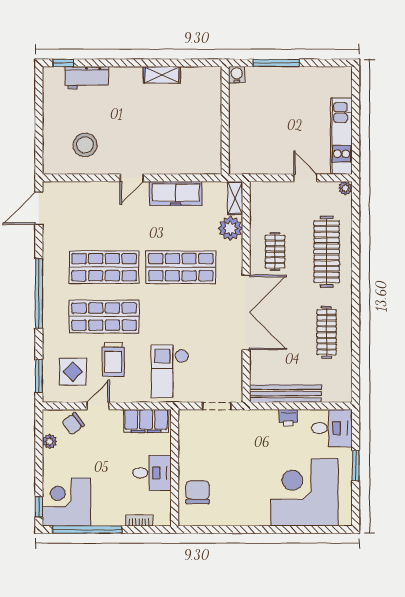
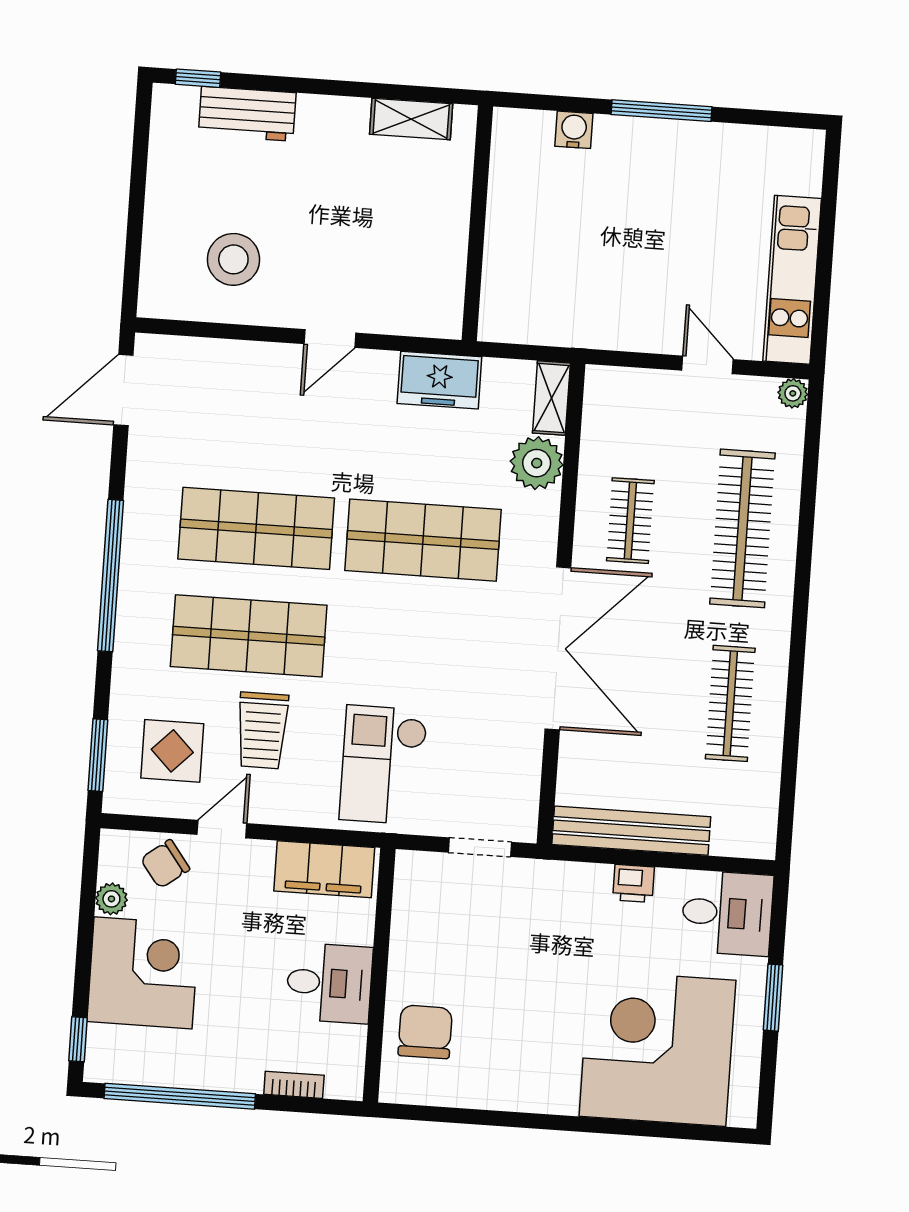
wall: (225, 120) -> (477, 223), moved
freezer: (176, 193) -> (439, 380), width x0.71
corner desk: (66, 502) -> (143, 973), moved, turned 90

